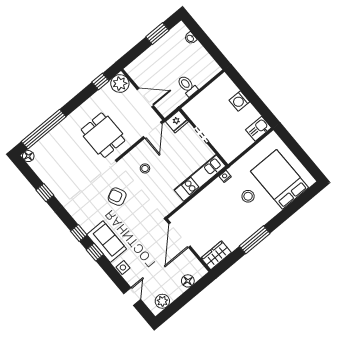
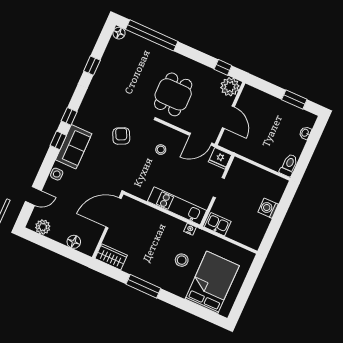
toilet: (187, 86) -> (289, 165), moved
kitchen sink: (258, 129) -> (218, 224), moved

